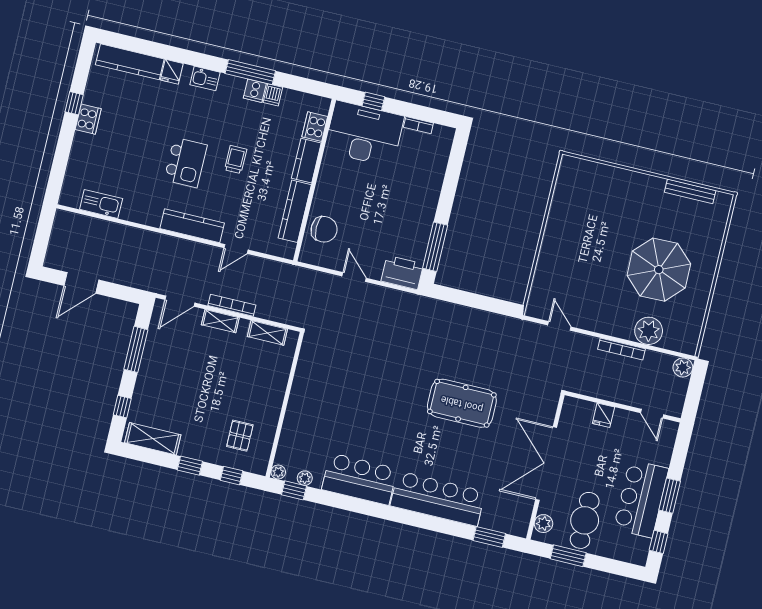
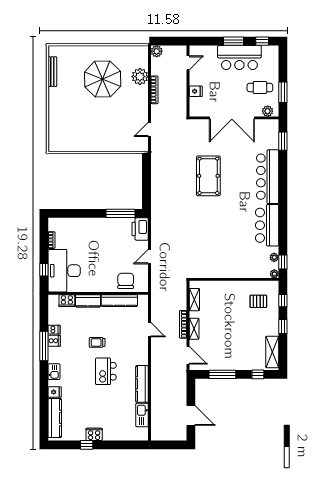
kitchen island: (186, 162) -> (106, 371), turned -90
kitchen counter: (192, 226) -> (142, 384), moved
cafe table: (585, 520) -> (260, 88), width x0.73, depth x0.74

